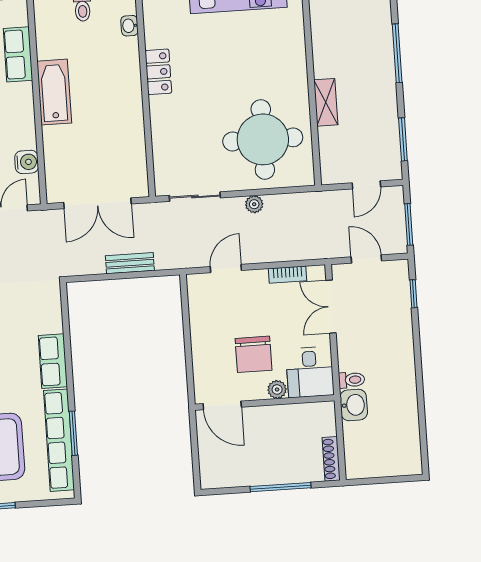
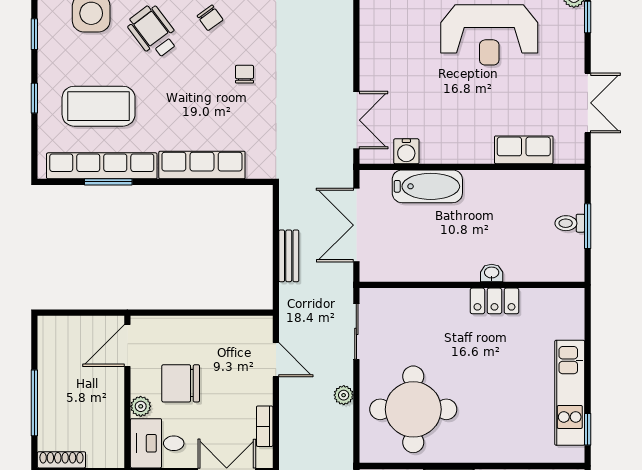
washbasin: (129, 26) -> (492, 273), moved
bathtub: (54, 92) -> (427, 186), moved
row of seats: (53, 361) -> (202, 165), width x1.48

